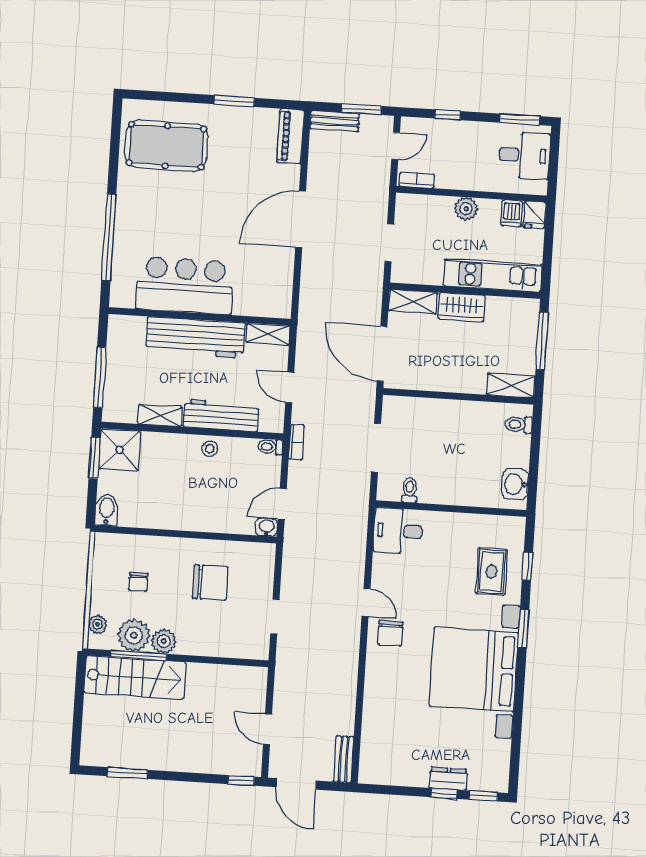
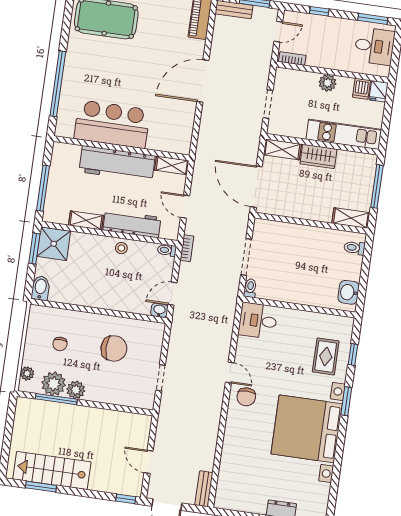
toilet: (410, 490) -> (250, 288), moved
stairs: (135, 677) -> (52, 471), moved, turned 180

